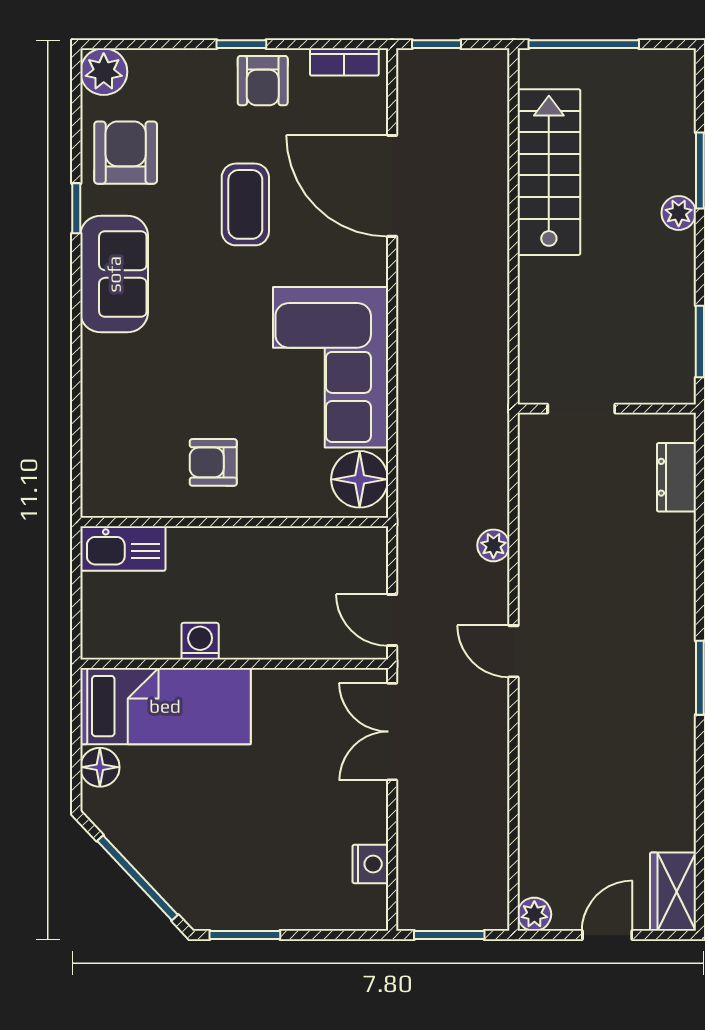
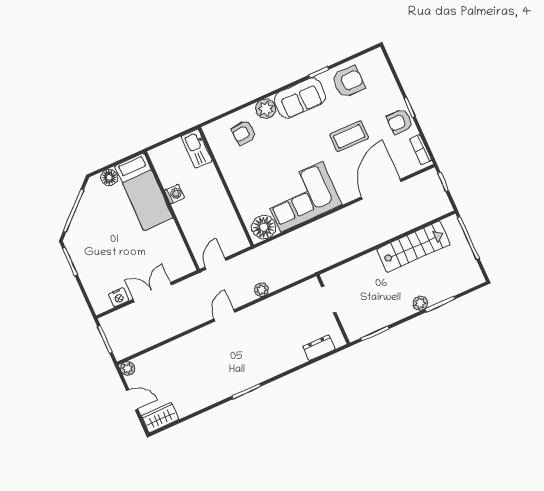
plant: (104, 72) -> (266, 109), moved
armchair: (213, 462) -> (244, 133), moved, turned -95
double door: (392, 732) -> (152, 292), moved

